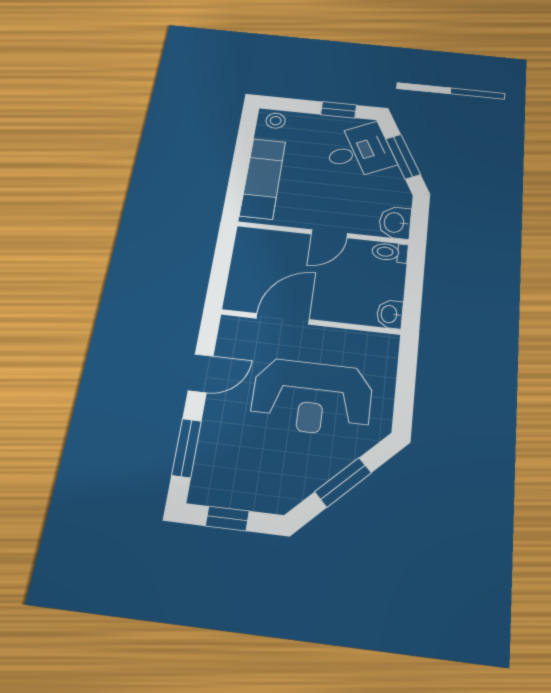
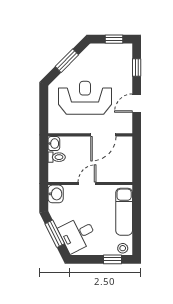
window: (339, 110) -> (112, 259), moved
toilet: (390, 252) -> (57, 157), moved
window: (187, 448) -> (137, 67), width x0.67

